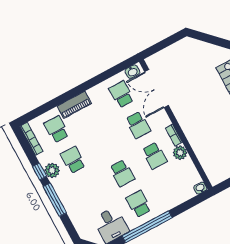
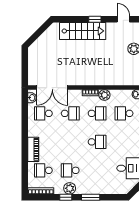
window: (55, 200) -> (91, 197), width x0.69
school desk: (139, 204) -> (124, 113), moved

